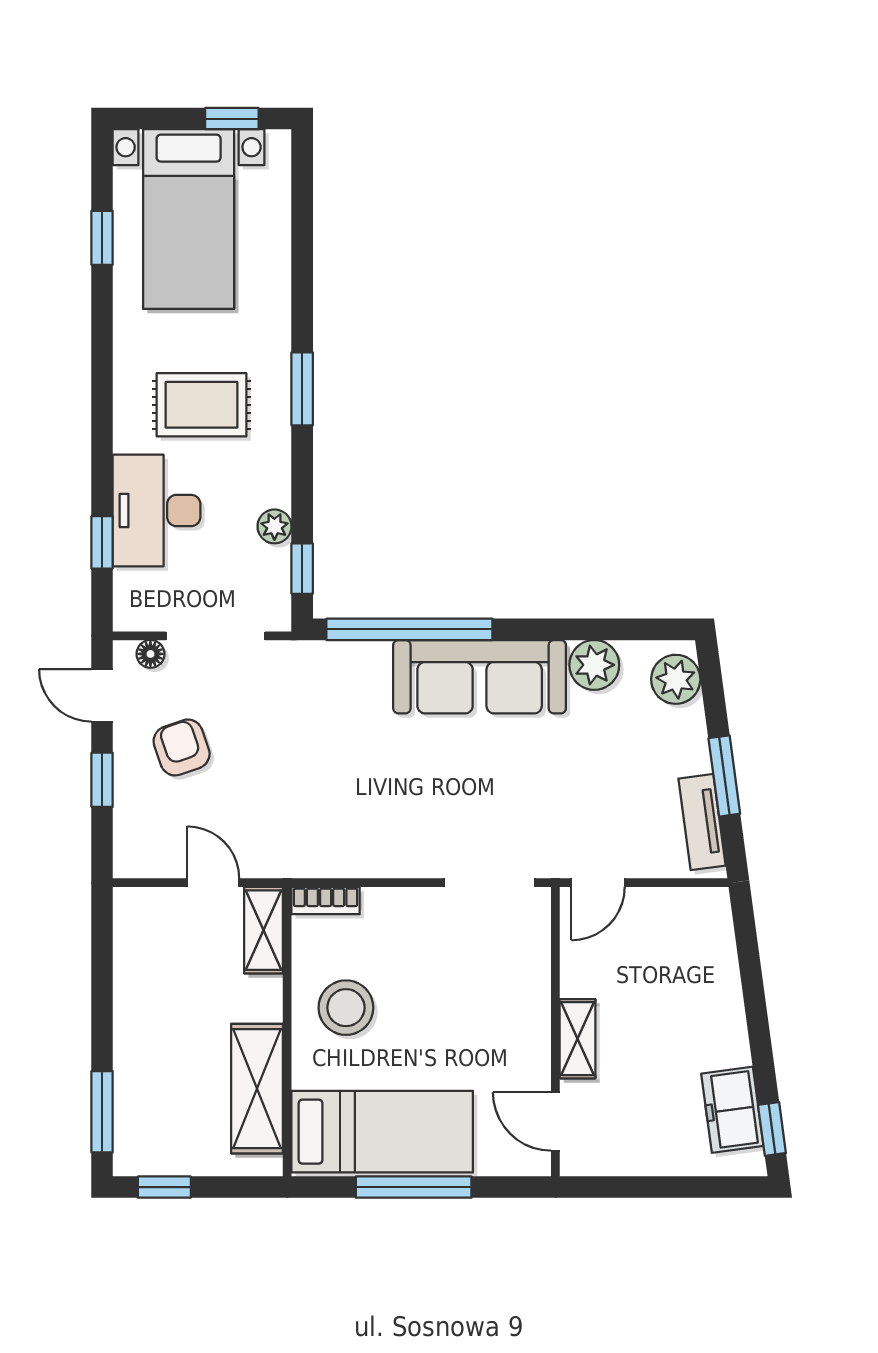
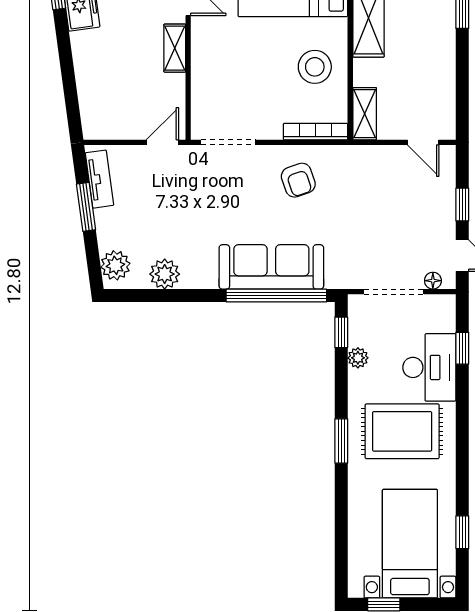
rug: (201, 405) -> (402, 431), width x1.36, depth x1.43
sofa: (480, 677) -> (271, 267), moved
armchair: (182, 747) -> (298, 180), moved
door: (213, 883) -> (423, 142), moved
bookcase: (326, 901) -> (315, 132), width x1.56

